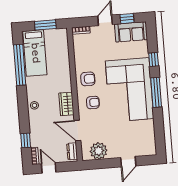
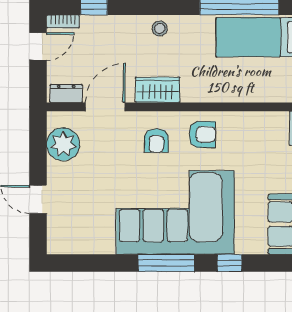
armchair: (88, 79) -> (202, 134), turned -90

